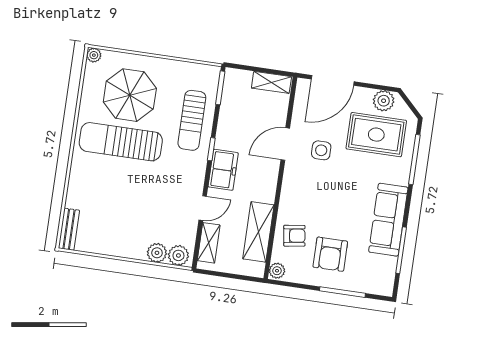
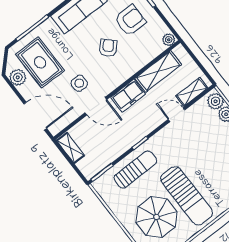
freezer: (223, 170) -> (128, 96), moved, turned 180
armchair: (294, 236) -> (108, 48), moved, turned 52

